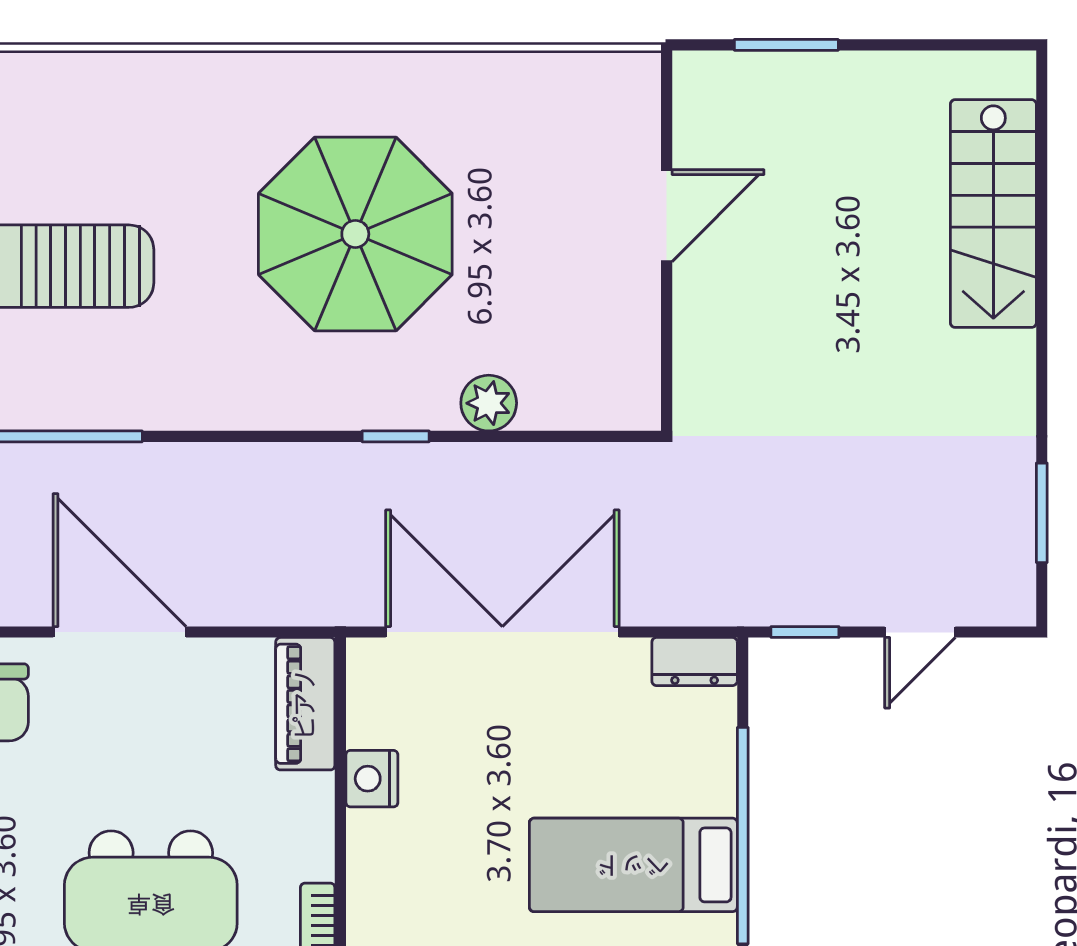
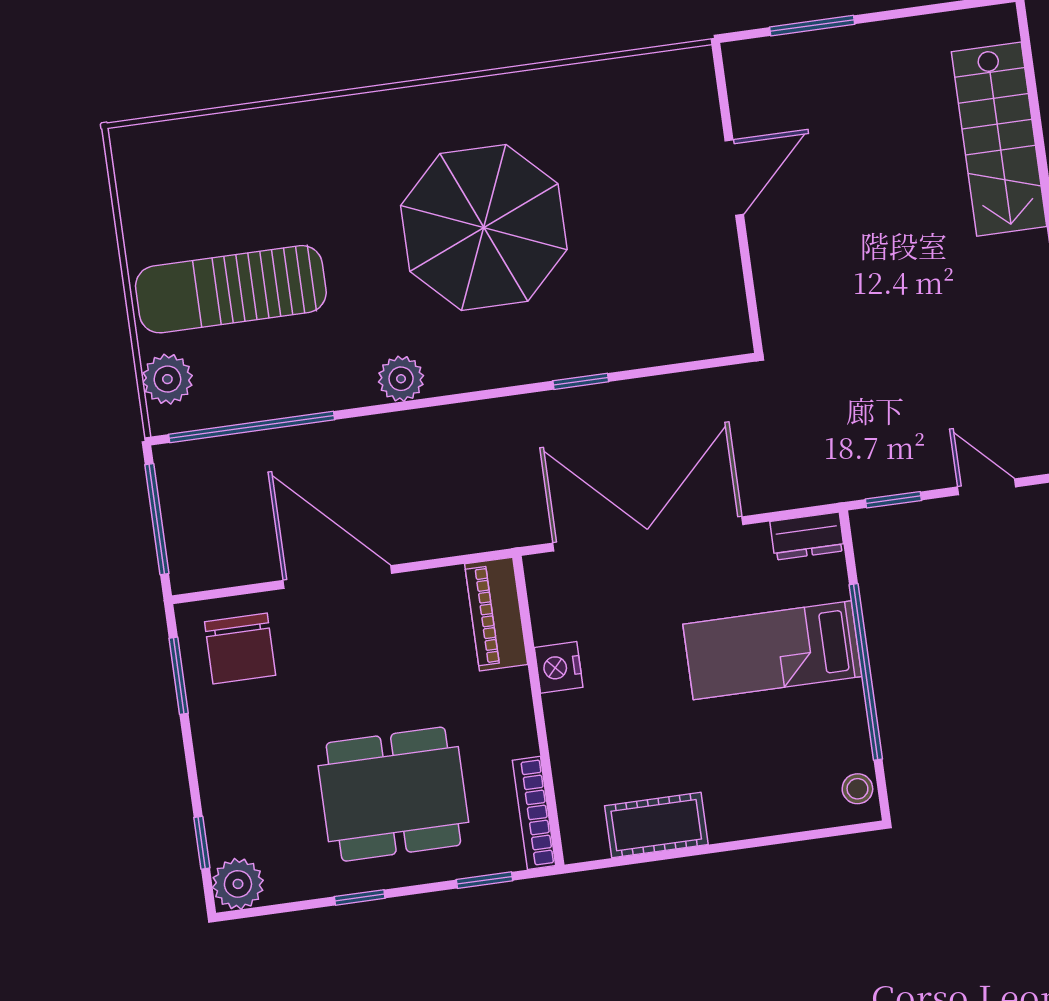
plant: (489, 403) -> (401, 379), moved
window: (396, 436) -> (581, 381), moved
door: (920, 632) -> (987, 487), swing flipped
bed: (633, 865) -> (772, 650), moved

